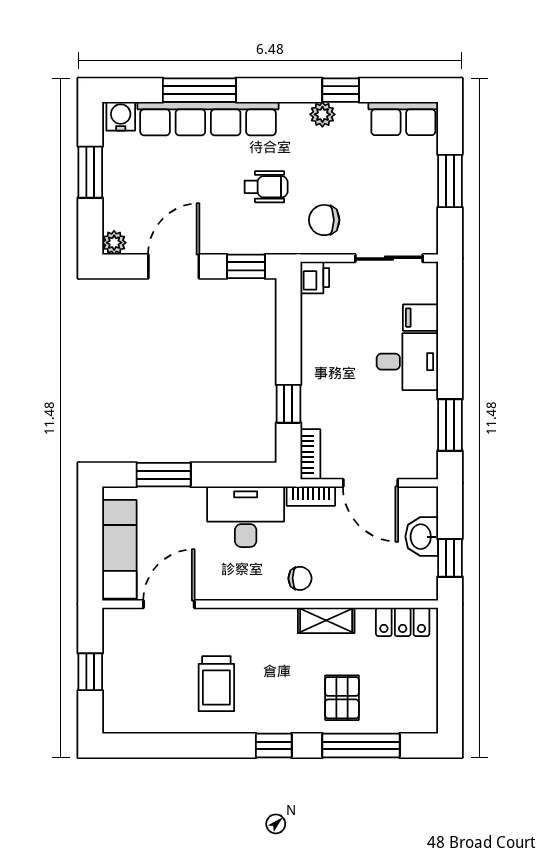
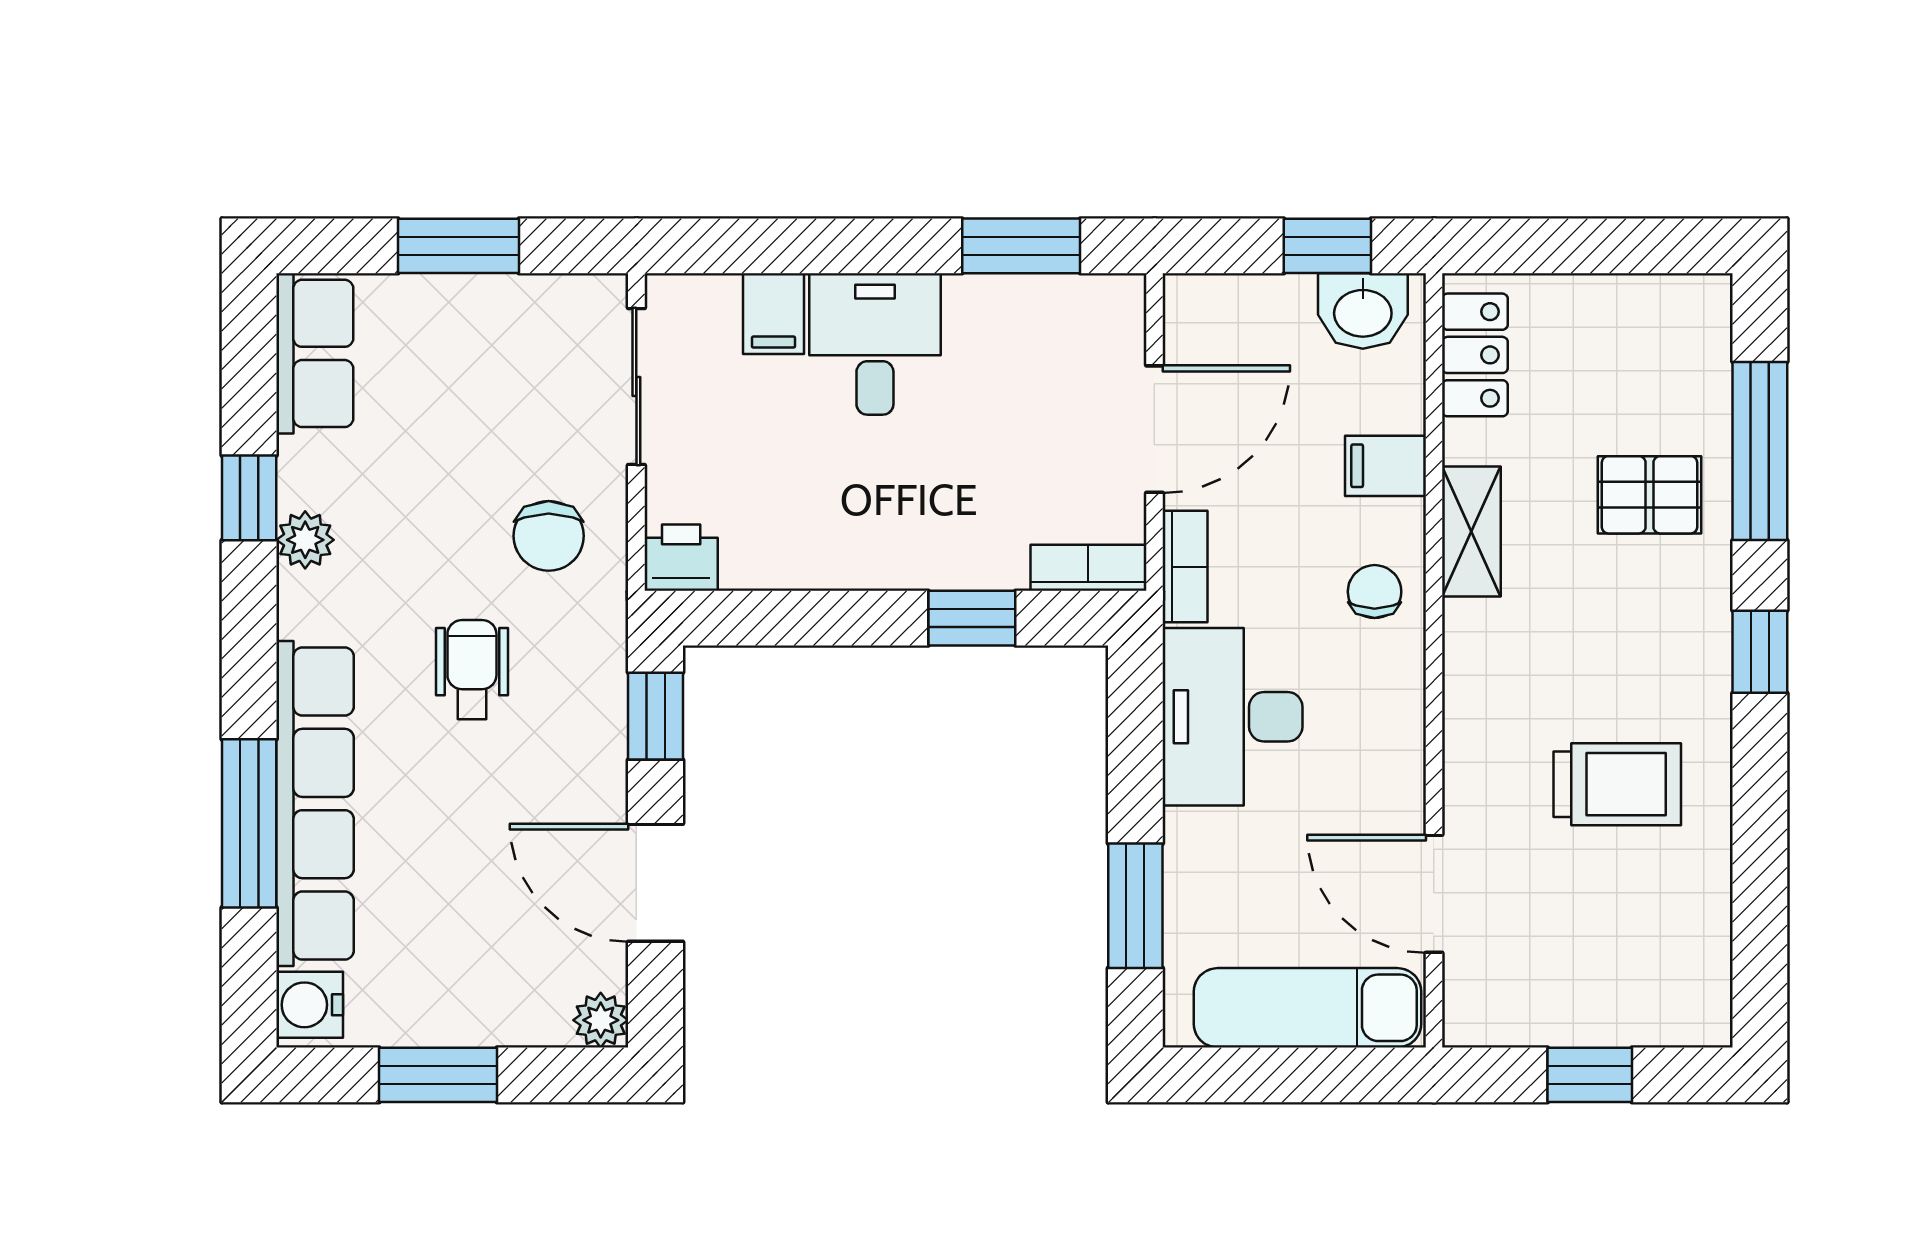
washbasin: (422, 537) -> (1363, 311), moved
filing cabinet: (355, 583) -> (1385, 466), added

